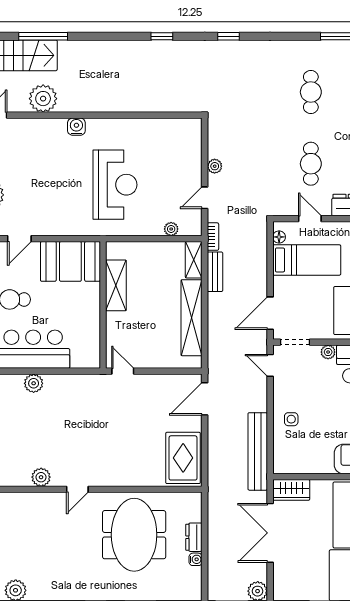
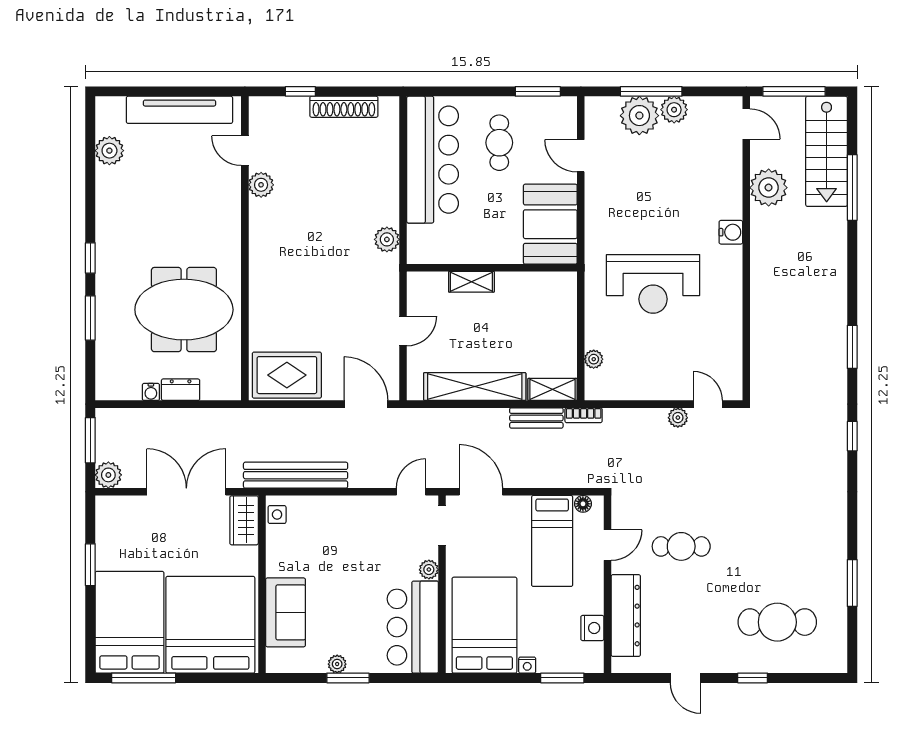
window: (162, 36) -> (852, 347), width x1.50
cafe table: (311, 92) -> (777, 546), removed
door: (205, 198) -> (708, 404), moved
shelving: (116, 285) -> (471, 282), moved, width x0.67, depth x0.75
door: (123, 371) -> (403, 331), moved
plant: (34, 383) -> (387, 239), moved
side table: (291, 419) -> (277, 515), moved
door: (77, 489) -> (245, 151), moved

